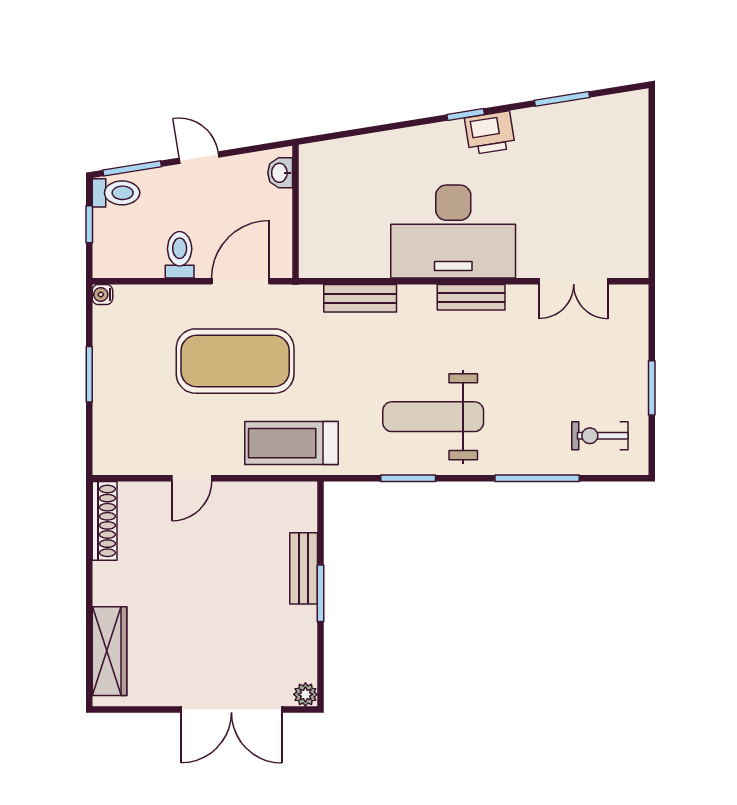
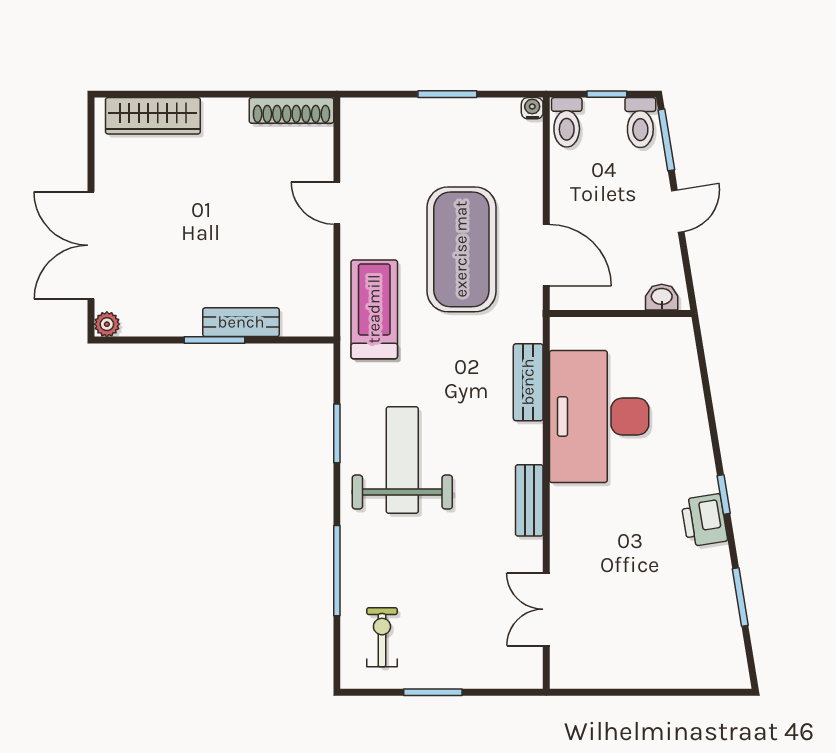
desk: (453, 232) -> (599, 417), moved
toilet: (180, 255) -> (567, 122), moved, turned 90

